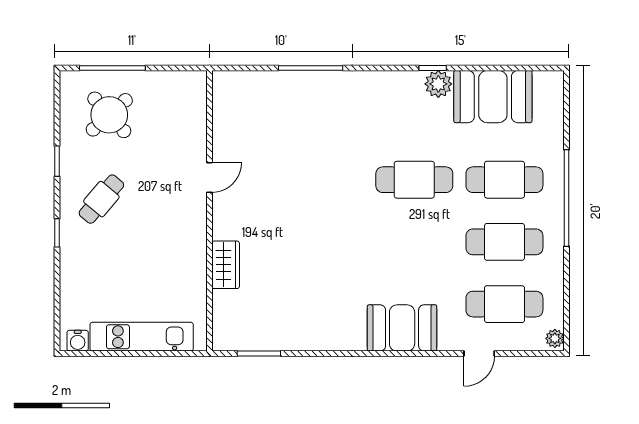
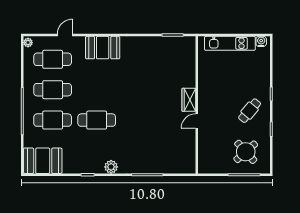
plant: (438, 84) -> (111, 167), moved
booth: (493, 97) -> (43, 161), moved
wardrobe: (226, 265) -> (189, 100), moved

